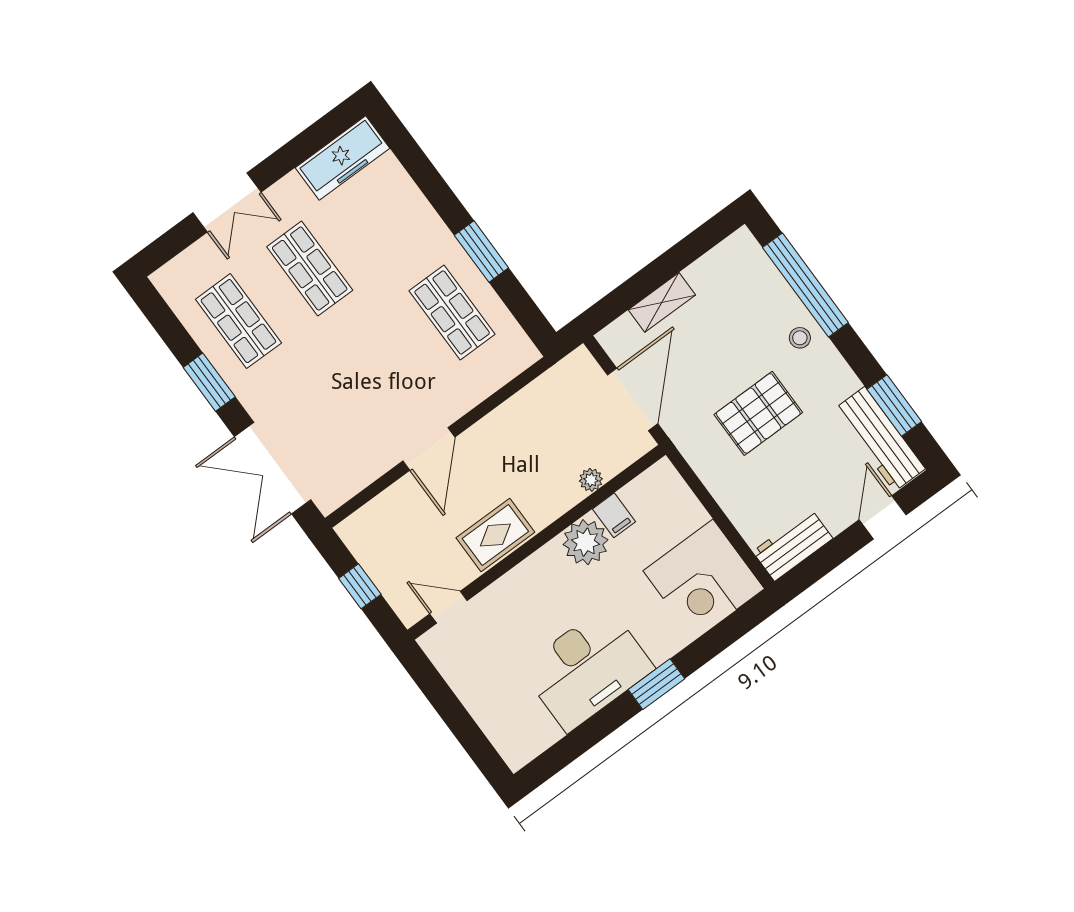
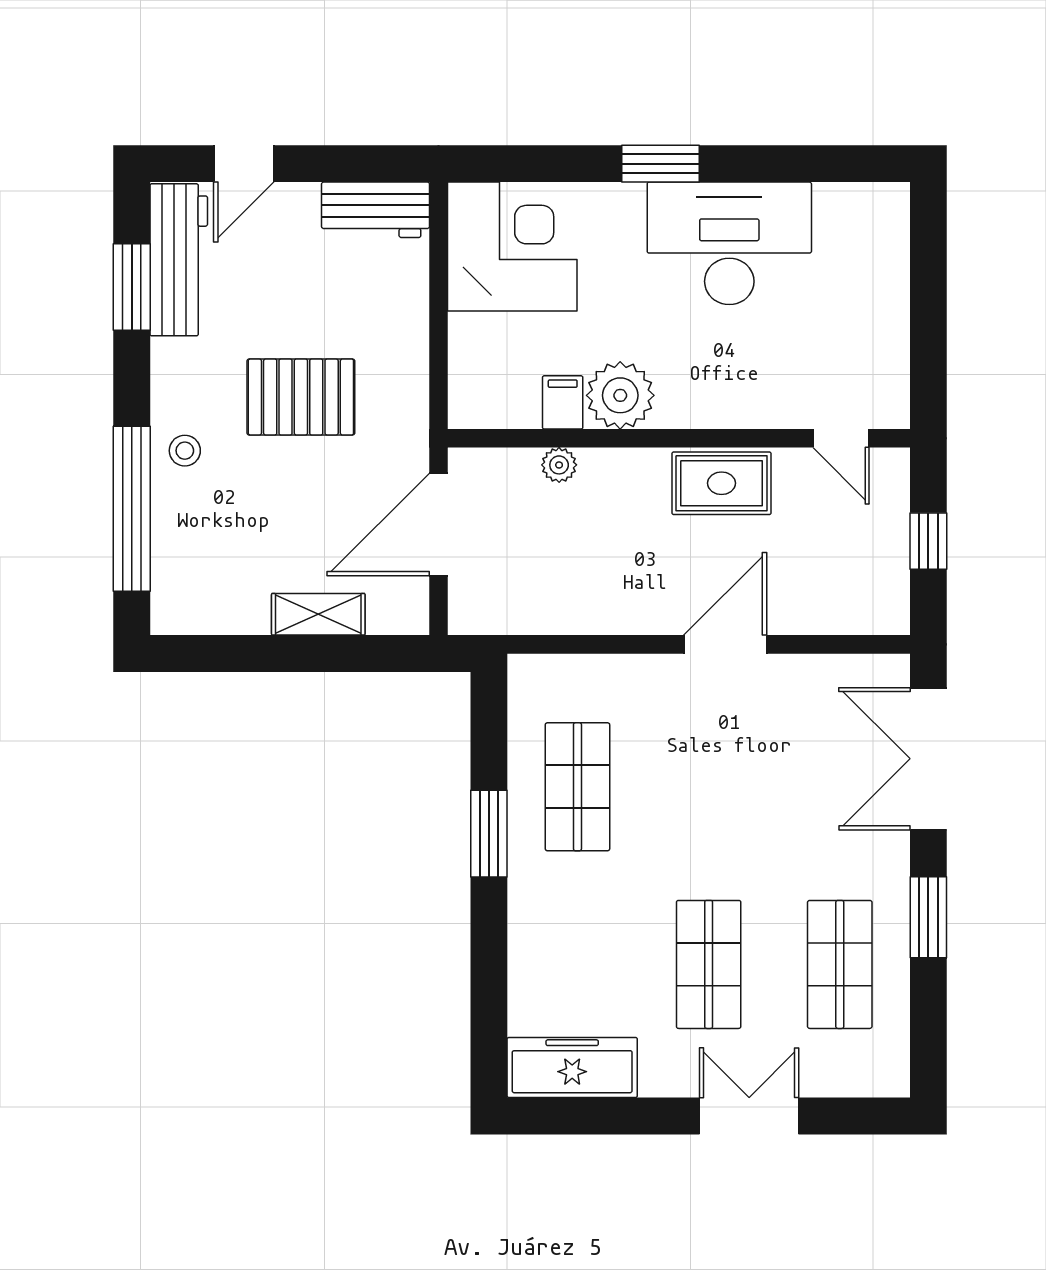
double door: (273, 468) -> (928, 759), swing flipped

